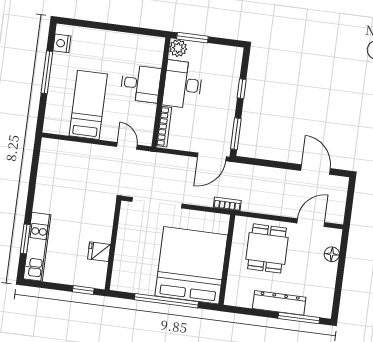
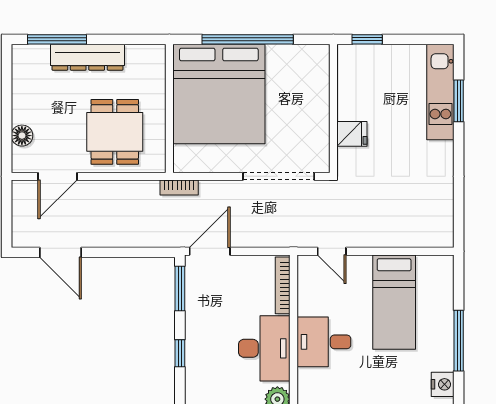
fridge: (99, 252) -> (352, 134), moved

